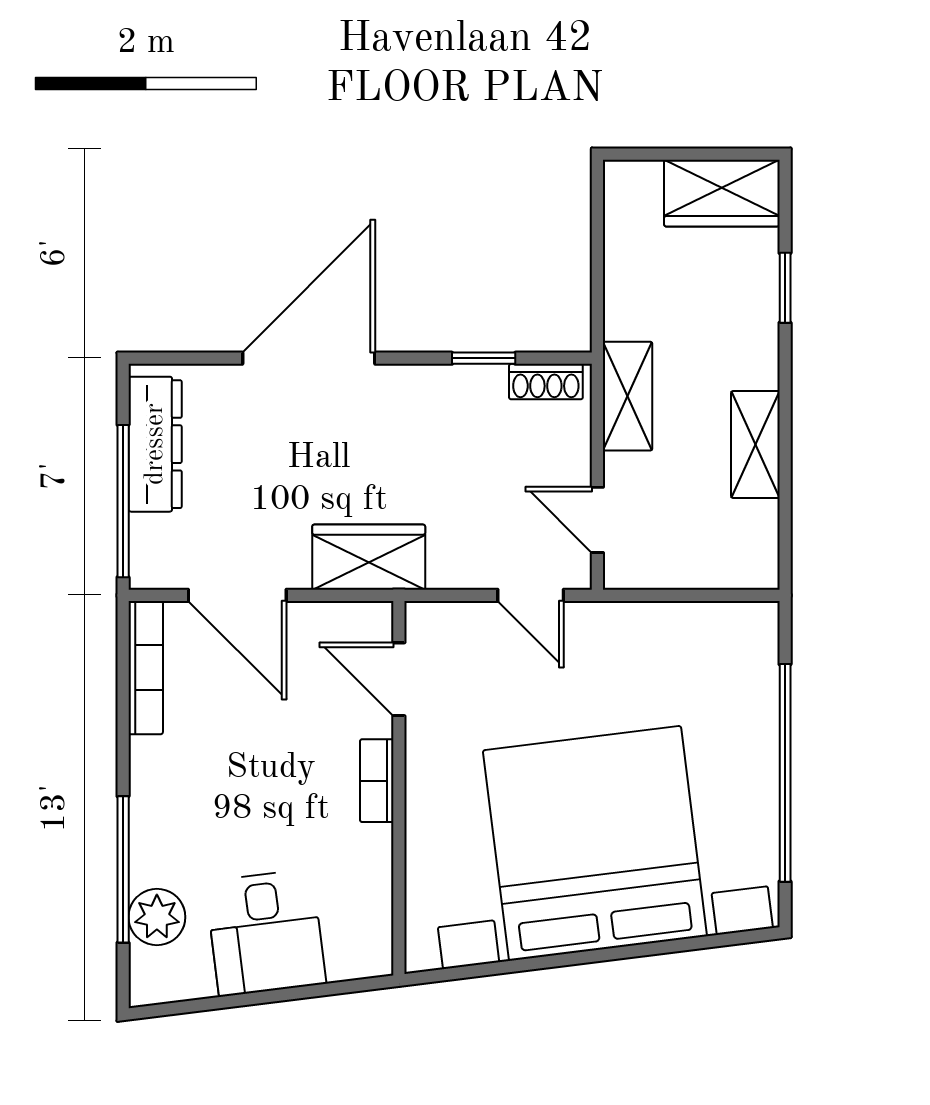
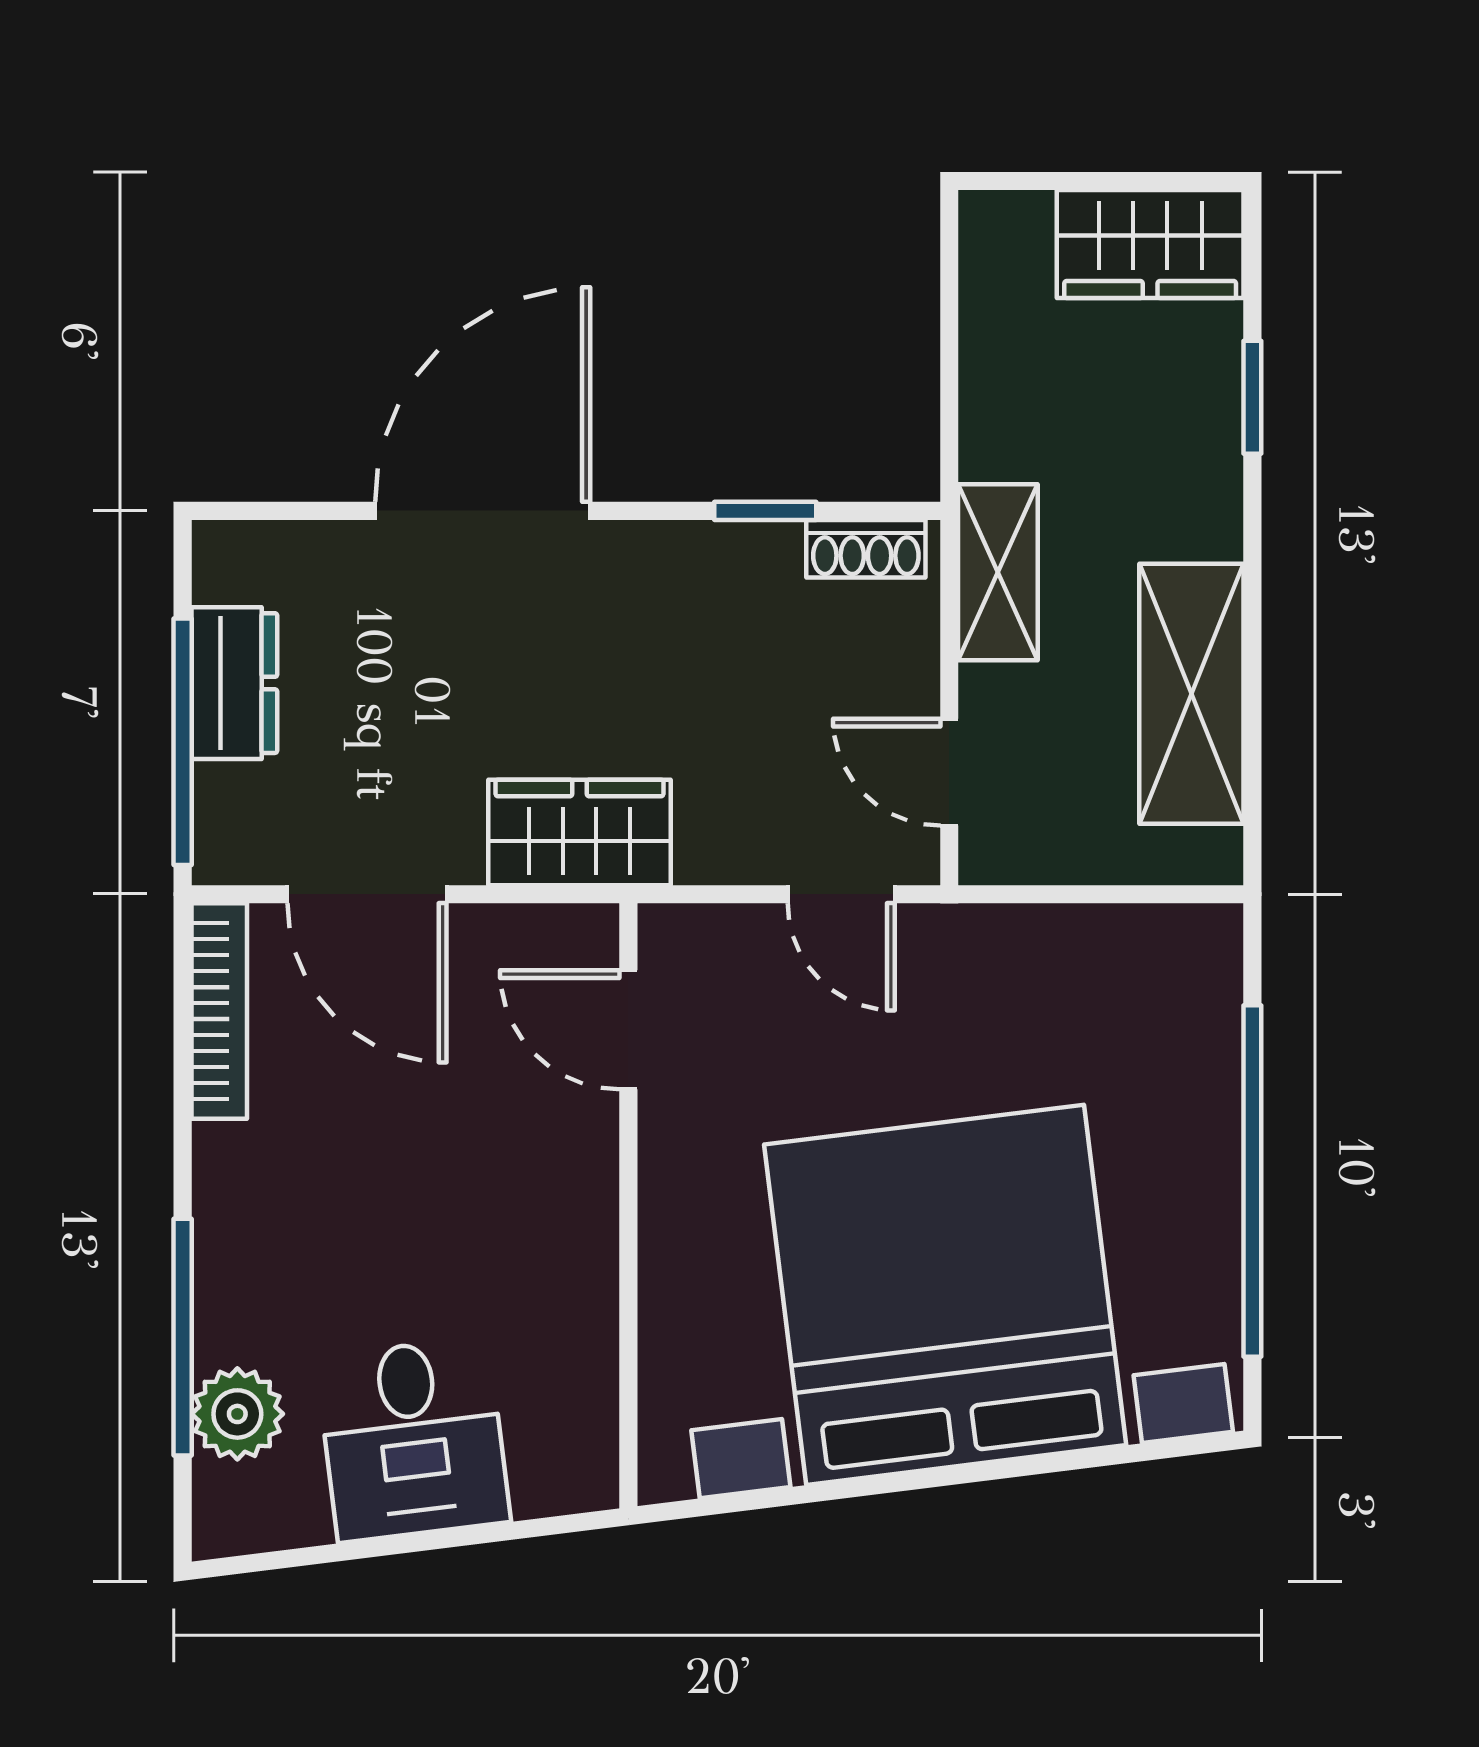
dresser: (155, 444) -> (234, 683), width x0.70
shelving: (755, 444) -> (1191, 694), width x1.50, depth x1.33
bookcase: (377, 781) -> (593, 1194), removed

